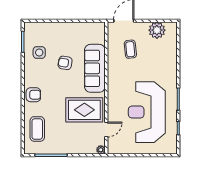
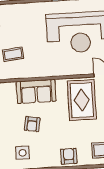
sofa: (95, 68) -> (36, 91), width x0.73

